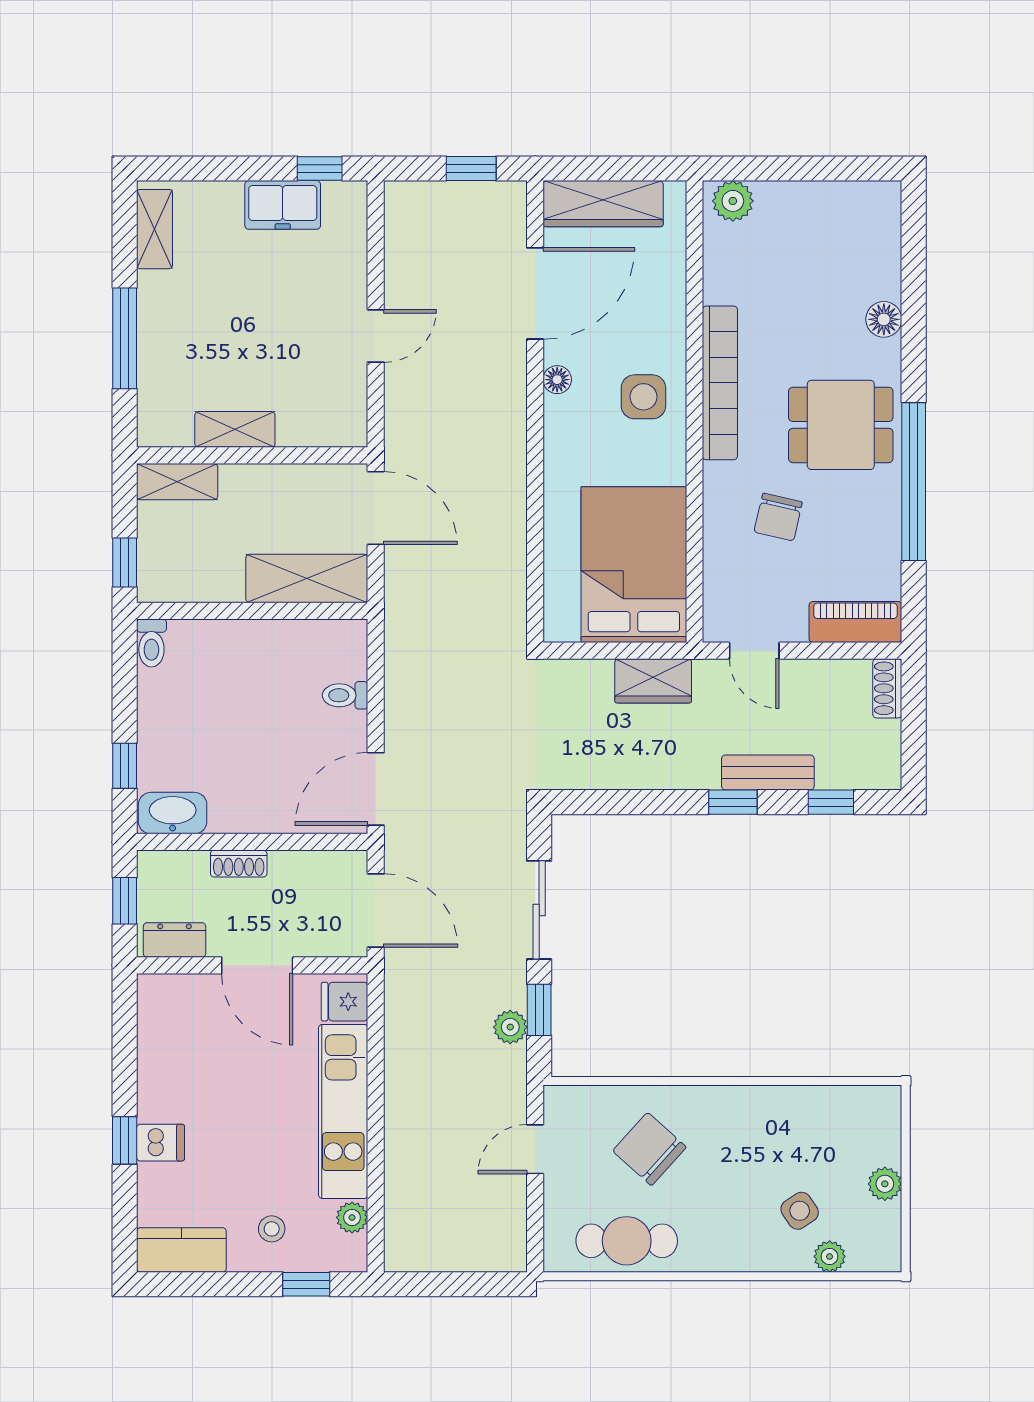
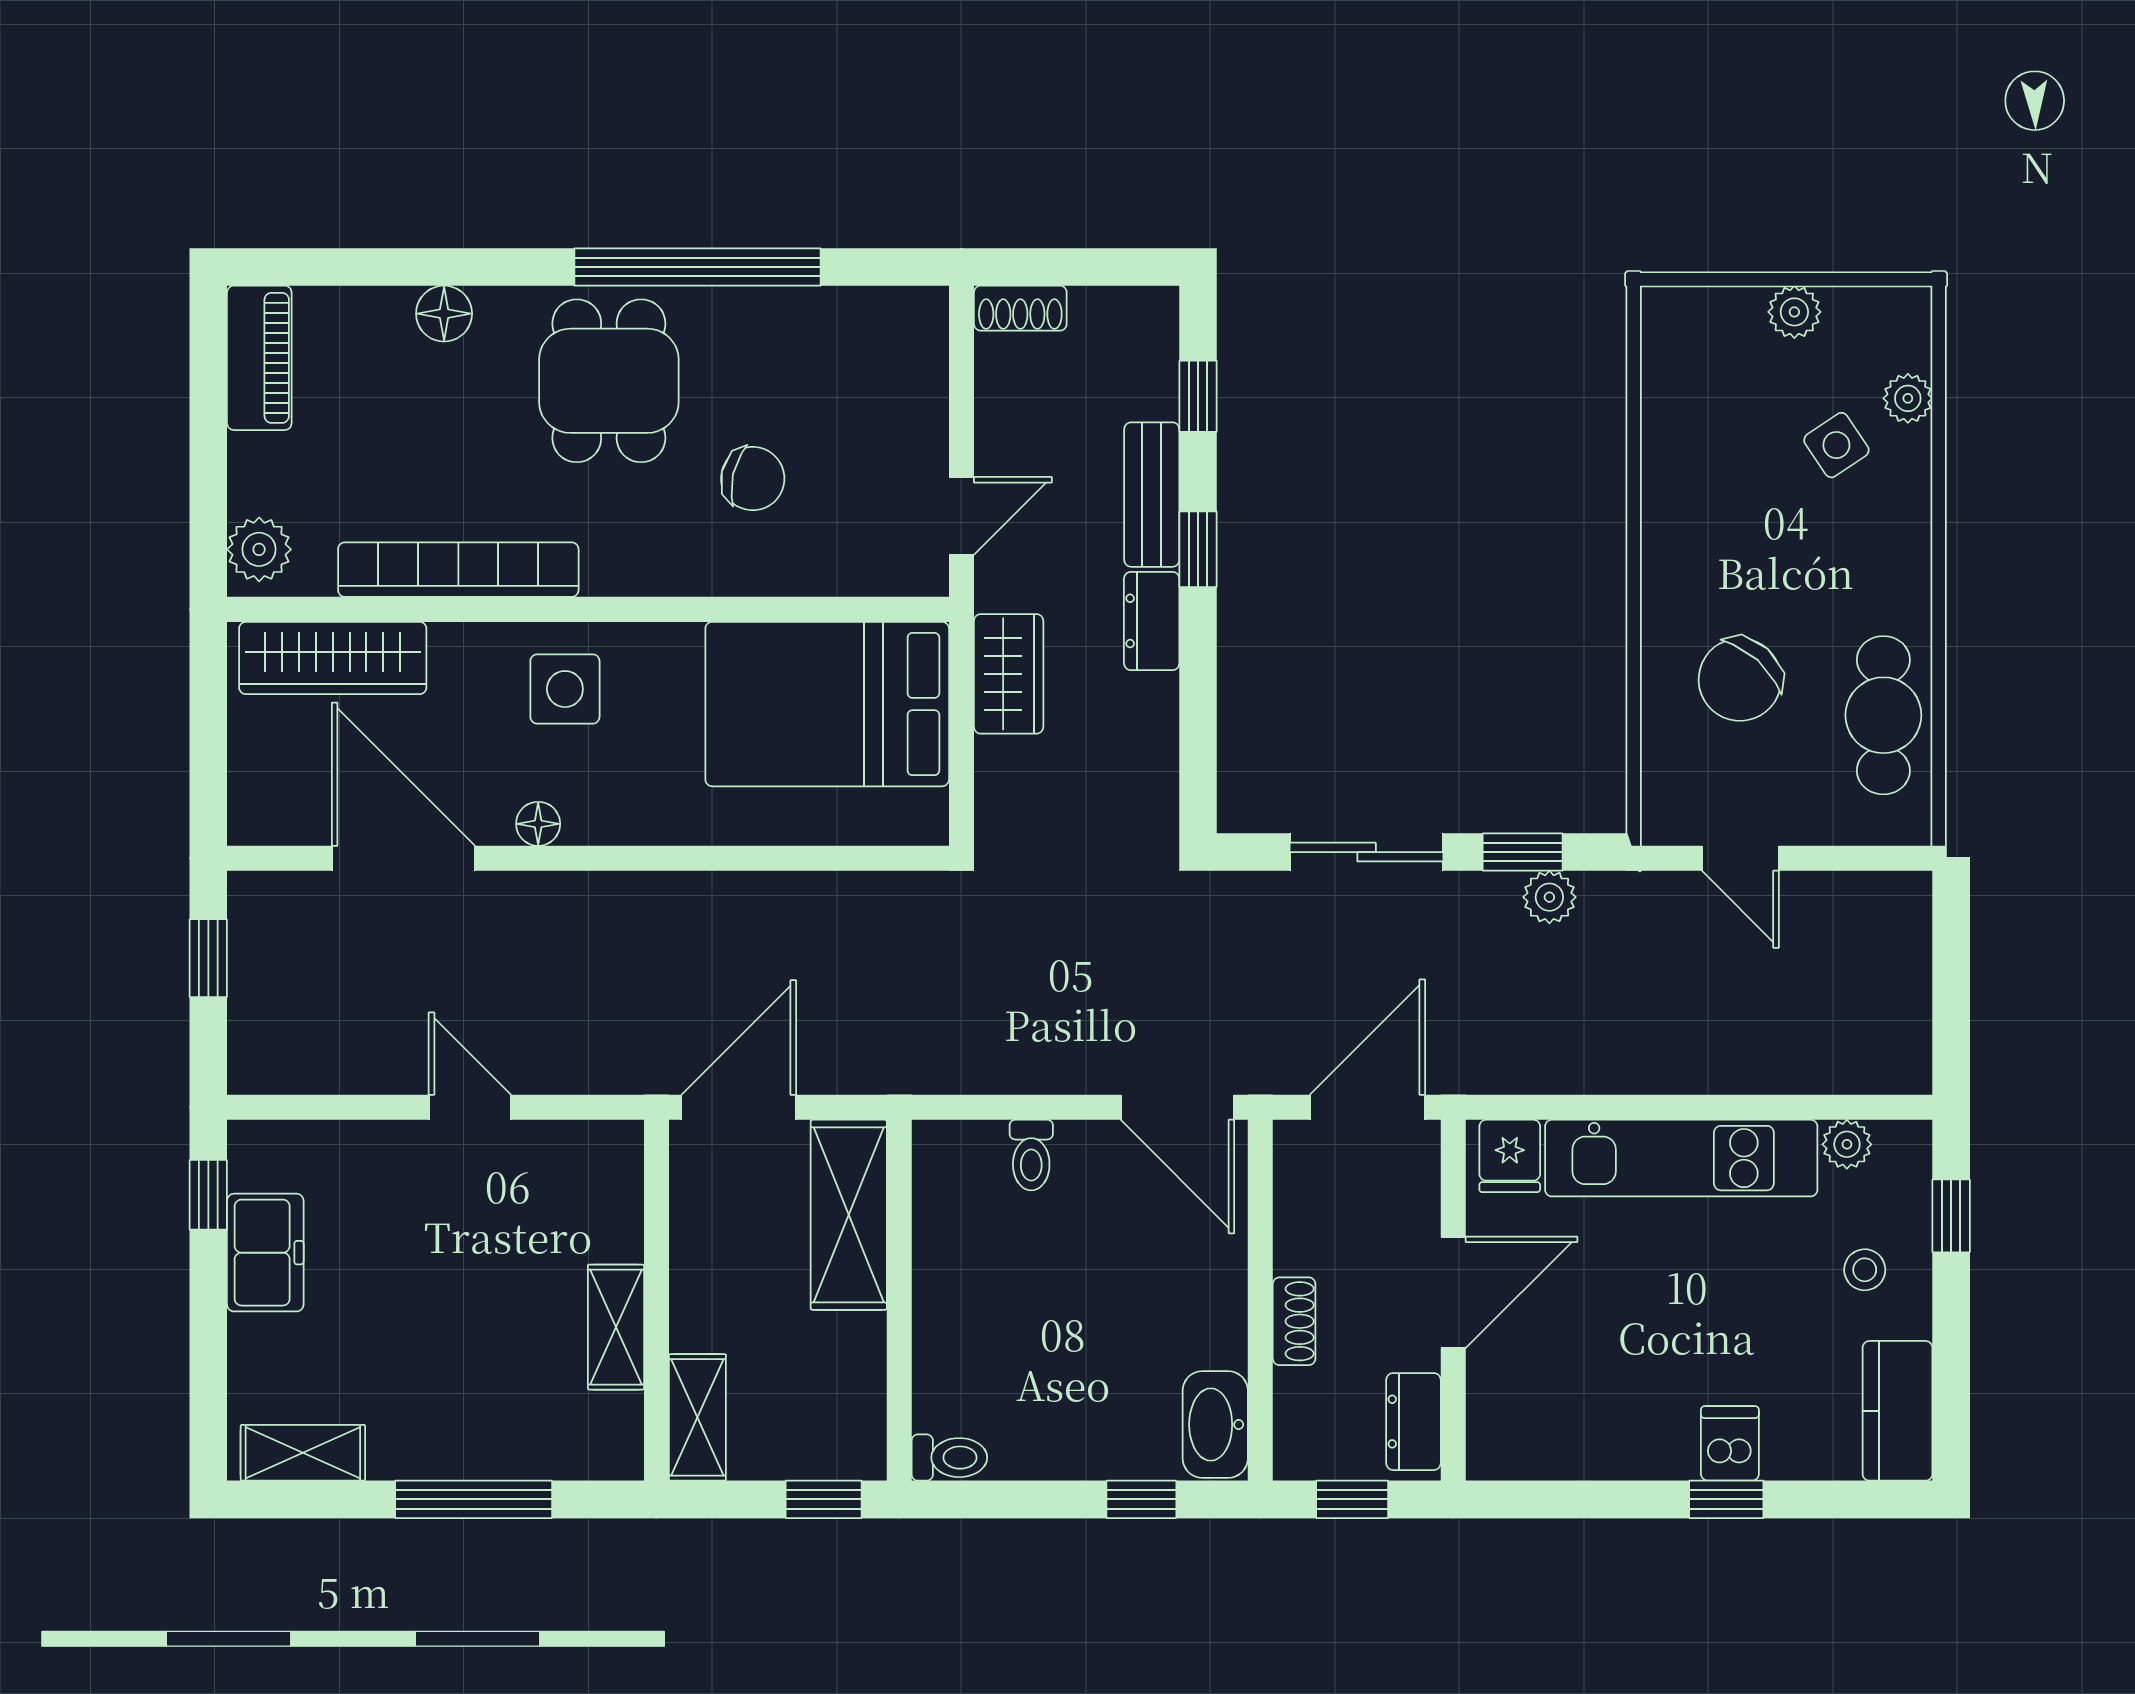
wardrobe: (603, 204) -> (333, 658), moved, turned 90
bookcase: (720, 383) -> (458, 570), moved
piano: (855, 622) -> (259, 358), moved, turned 180
dresser: (687, 772) -> (1152, 621), added

